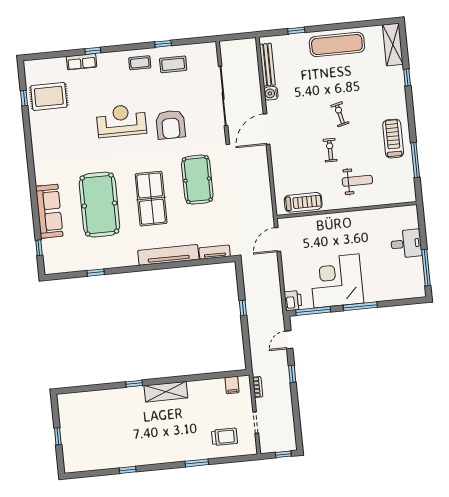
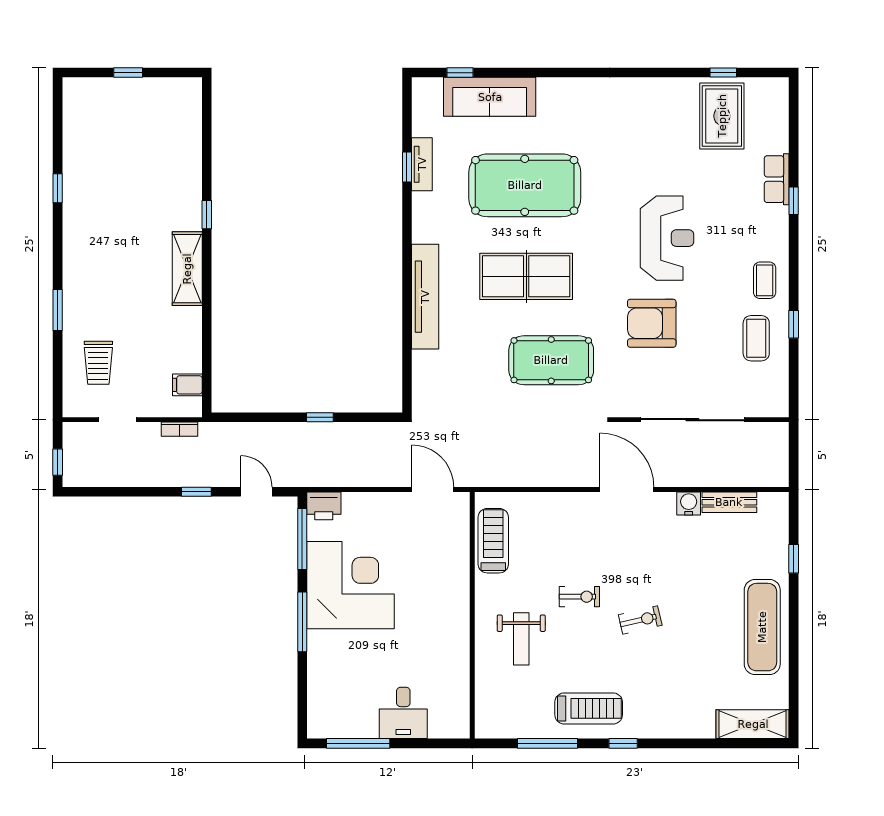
bench: (267, 65) -> (729, 502), width x0.73
window: (407, 77) -> (623, 743), moved
treadmill: (303, 202) -> (493, 541), turned 180
sofa: (49, 211) -> (490, 97), moved
tv unit: (215, 252) -> (422, 164), moved

